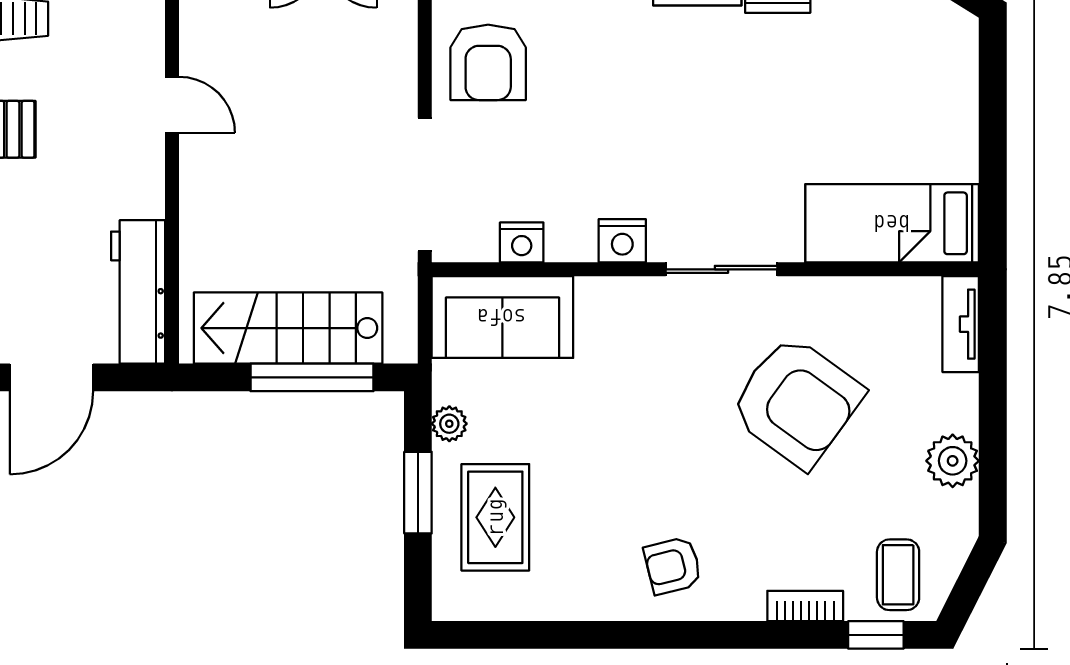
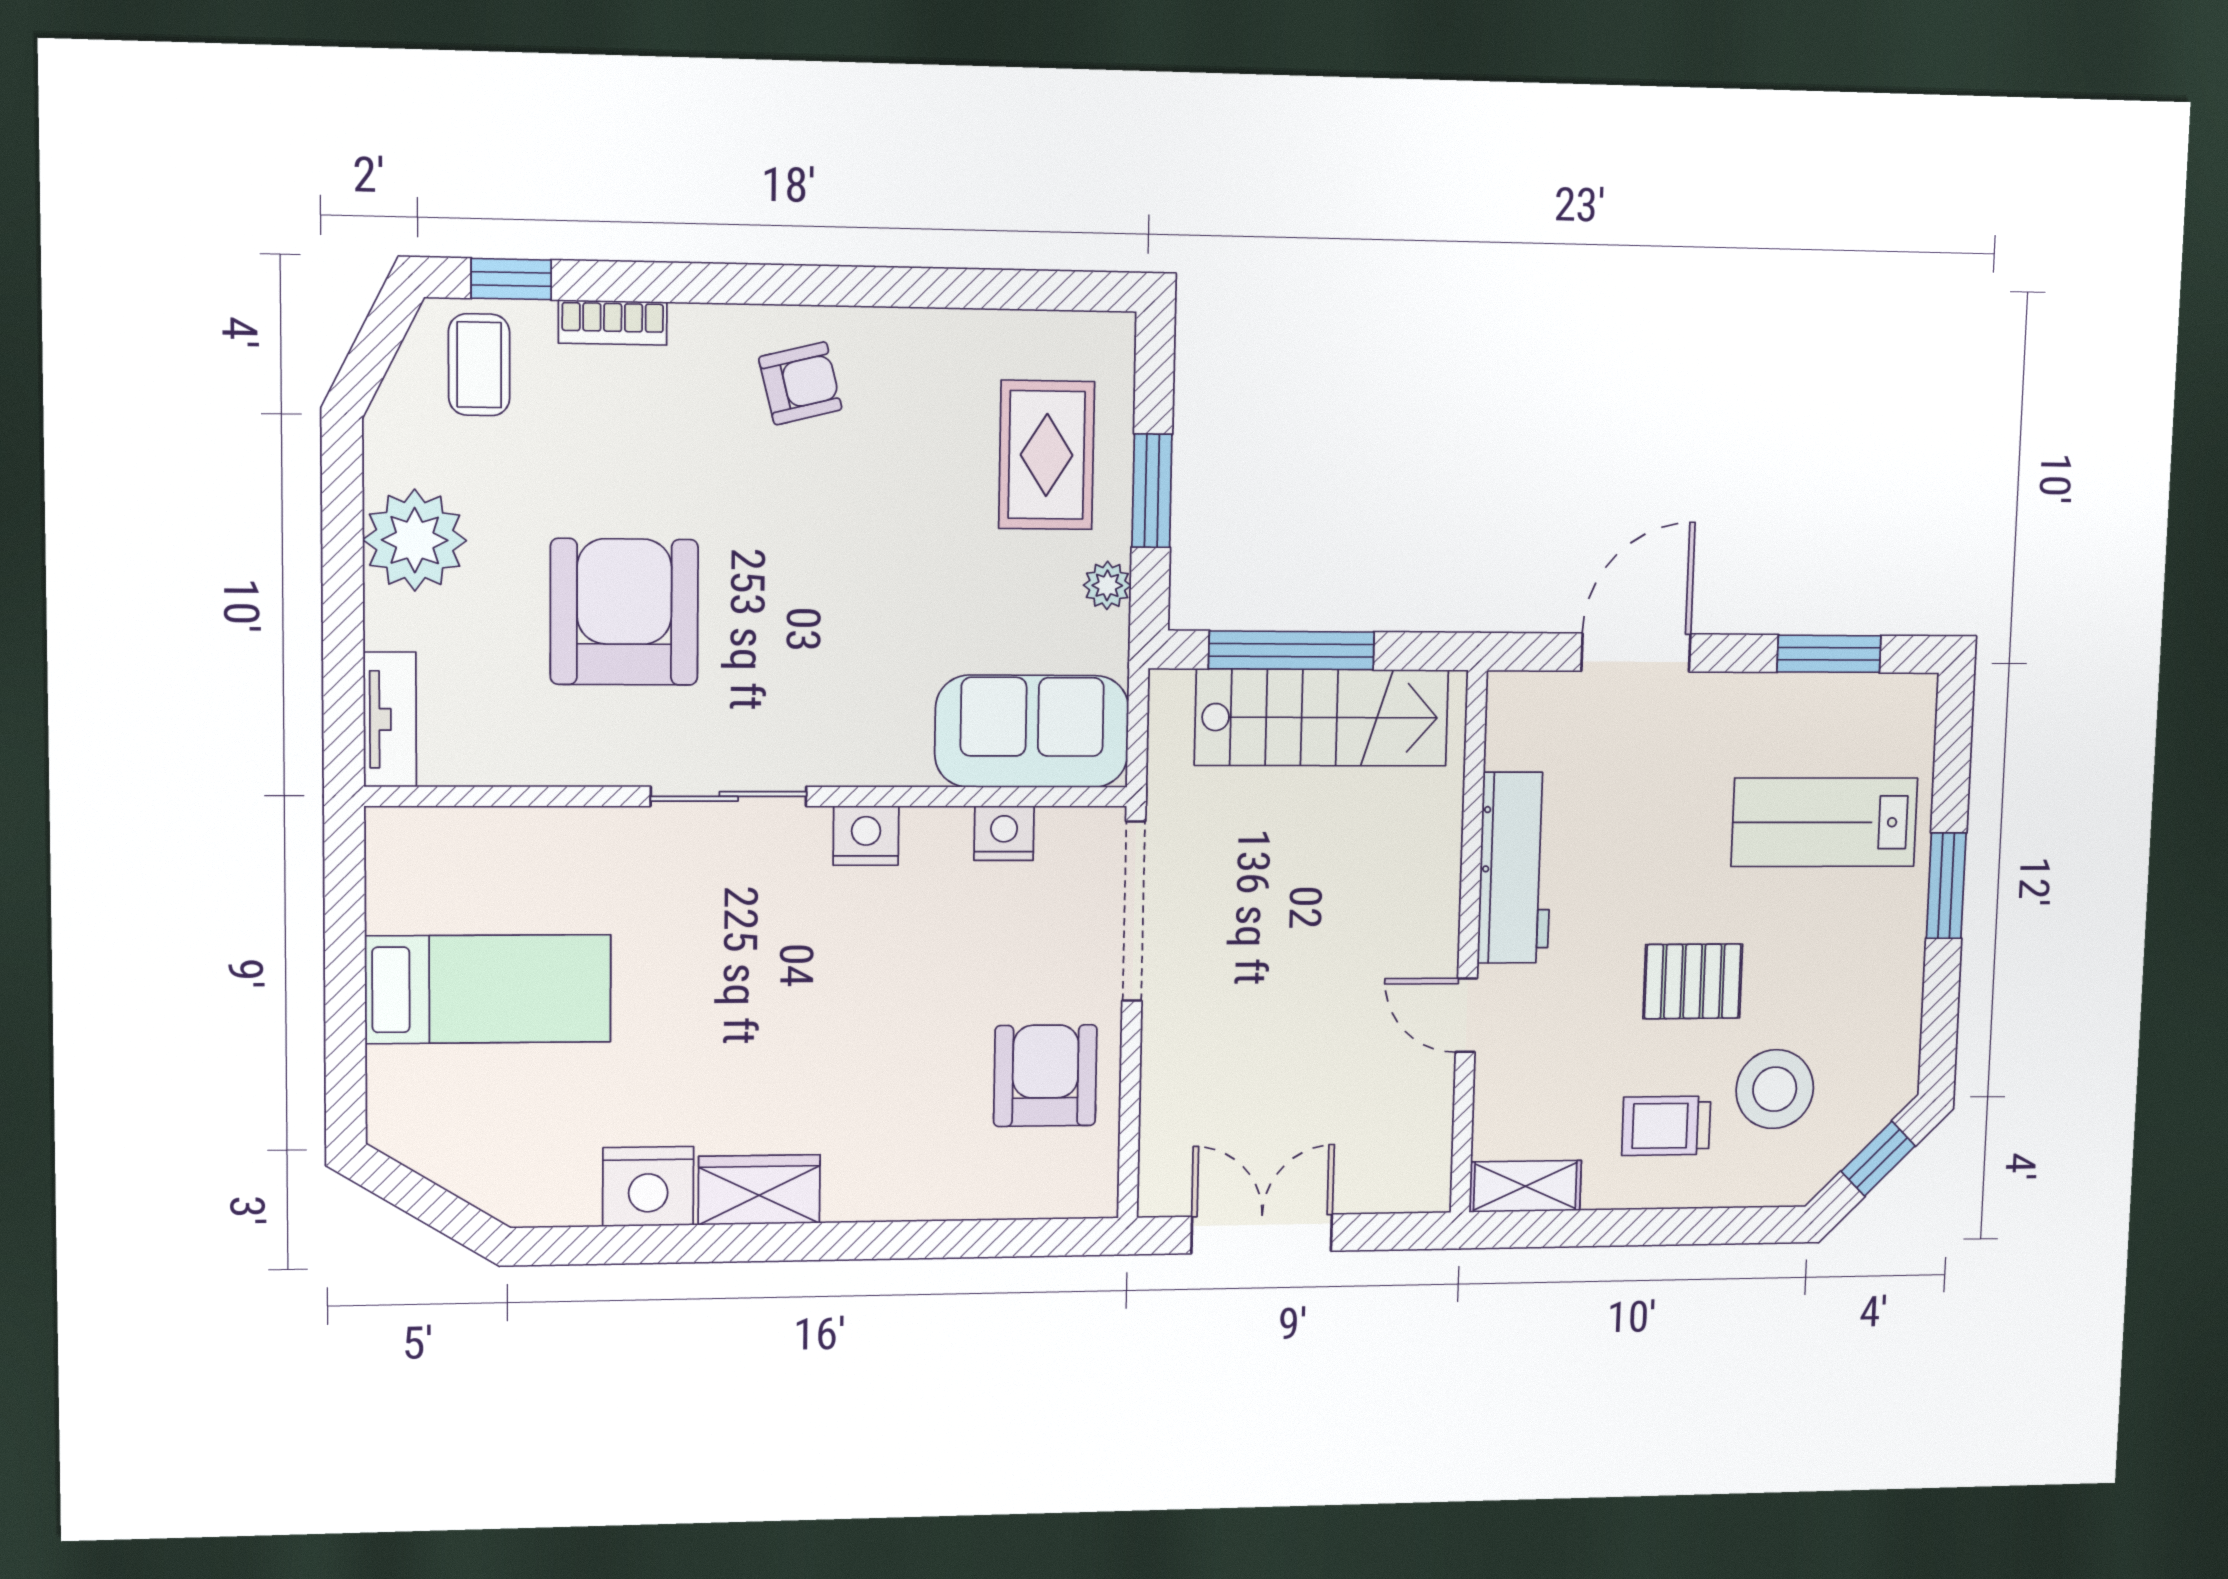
bed: (892, 223) -> (488, 989), moved
workbench: (138, 292) -> (1515, 868), moved
armchair: (796, 402) -> (624, 612), turned 54
plant: (953, 461) -> (415, 540), width x1.36, depth x1.36

